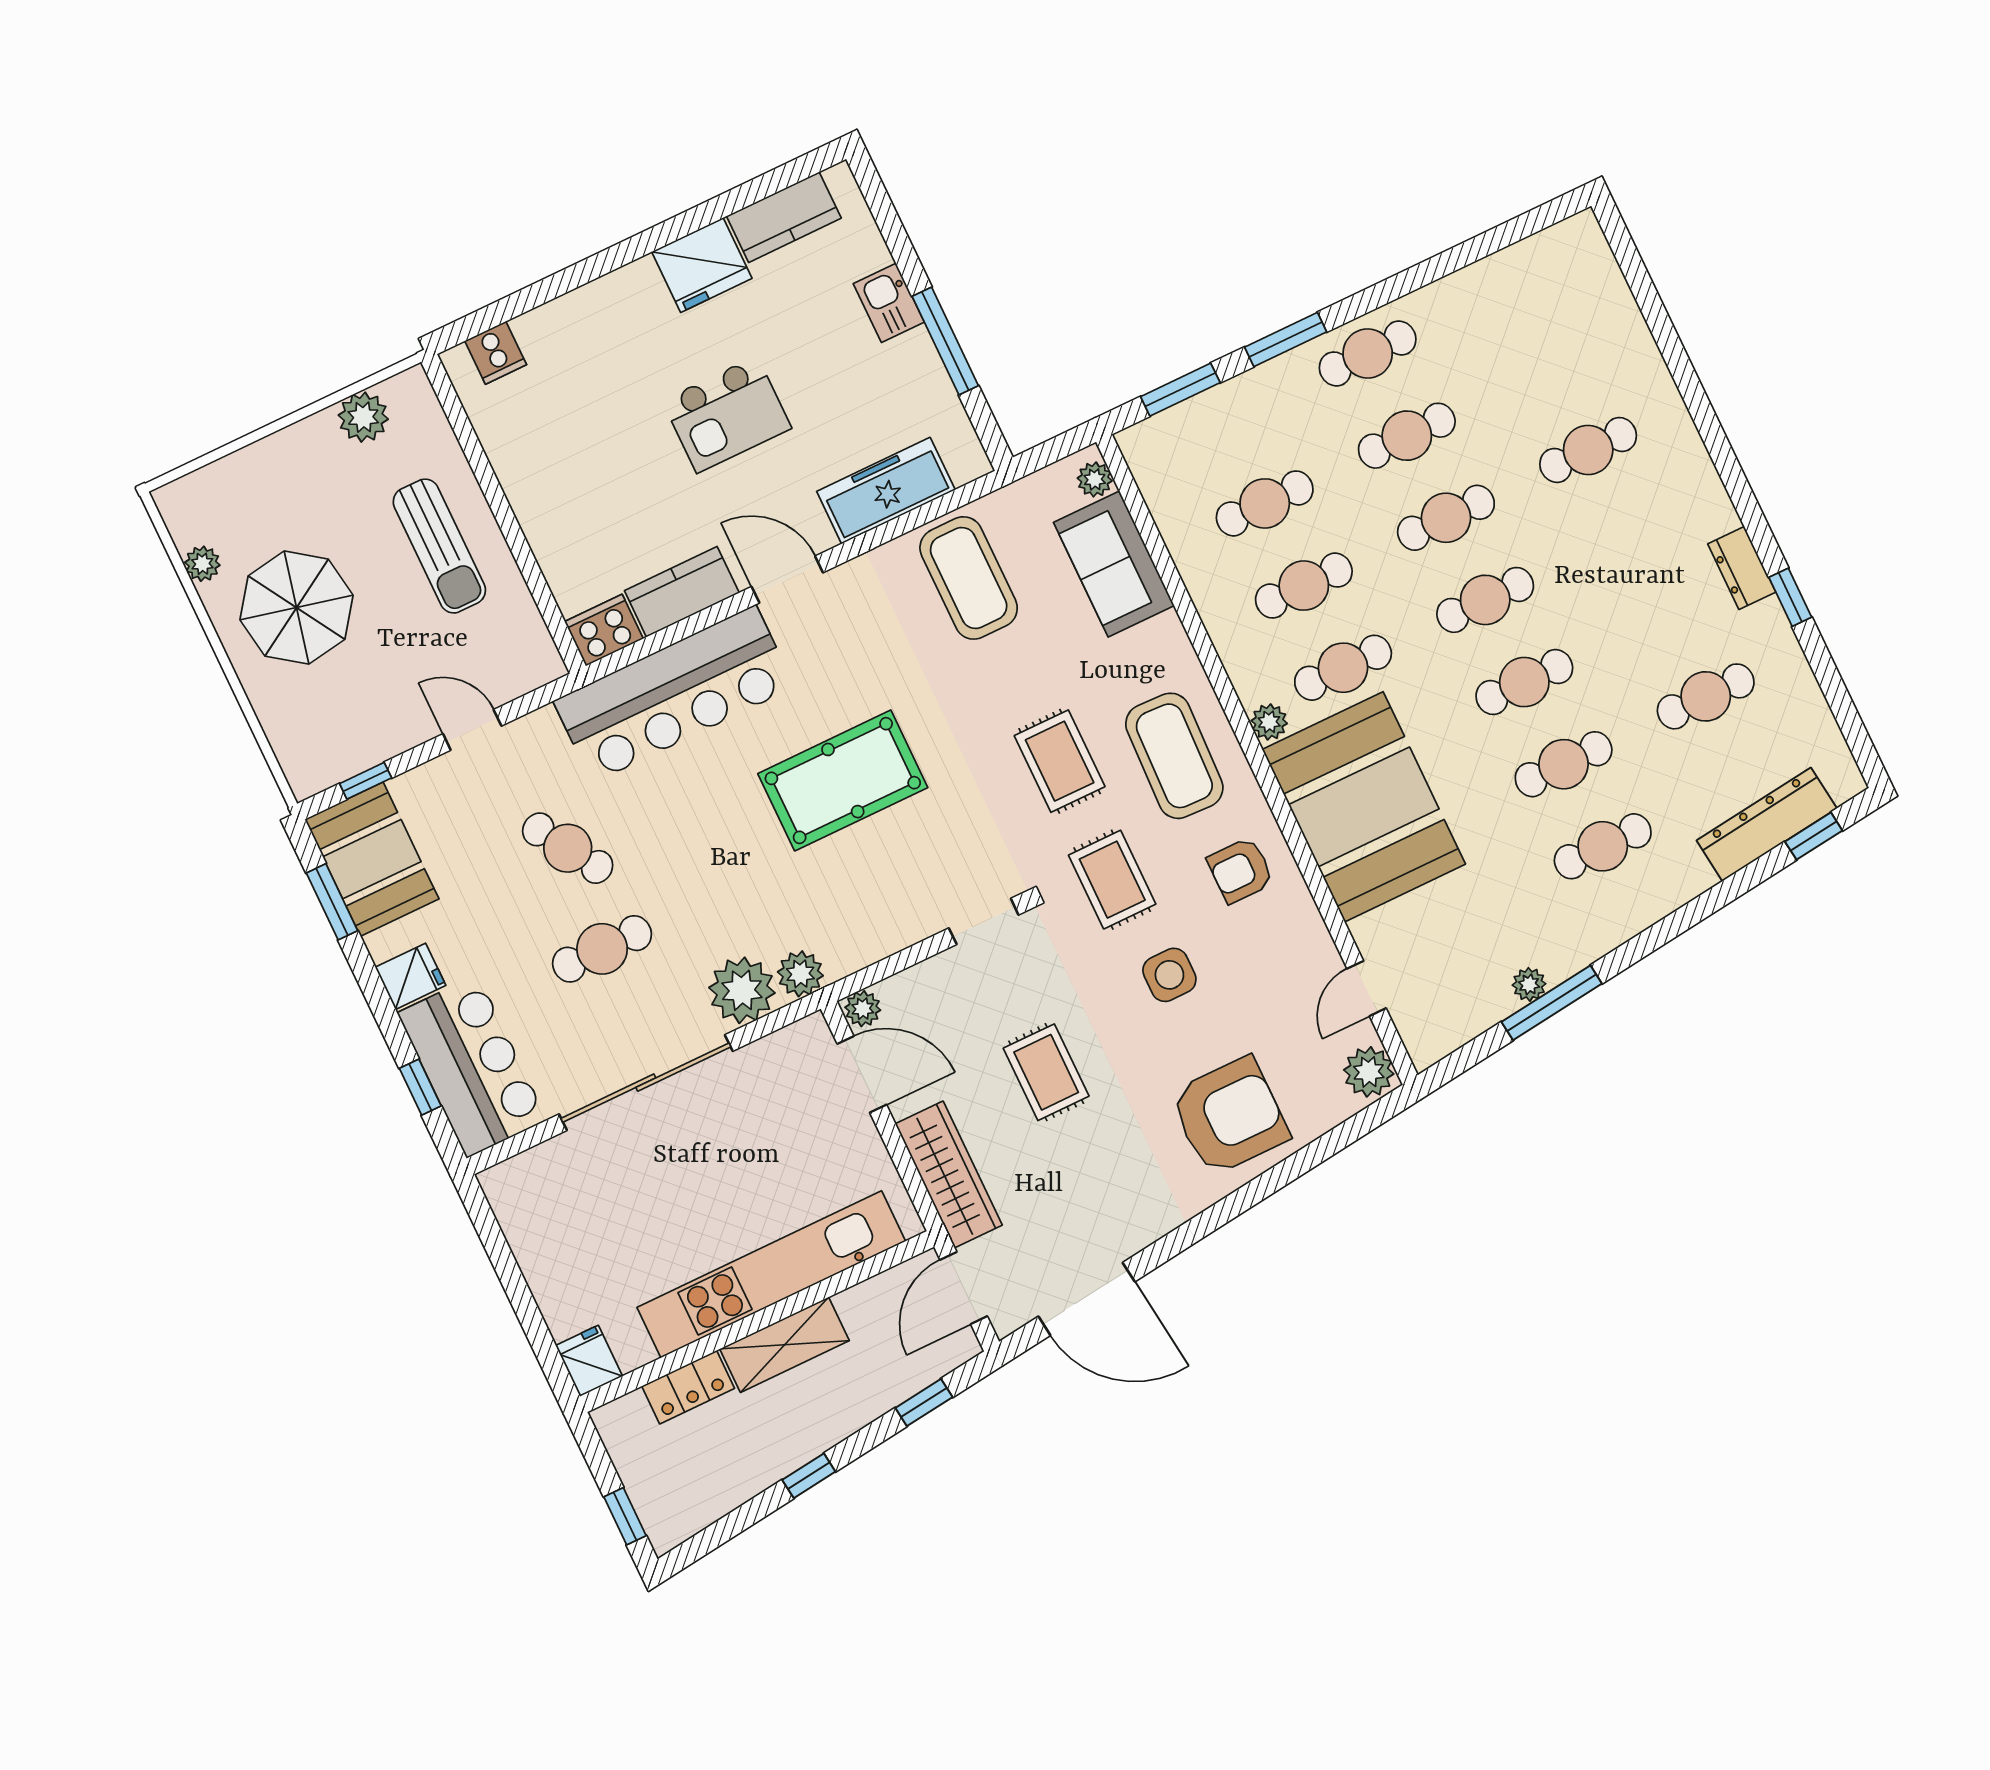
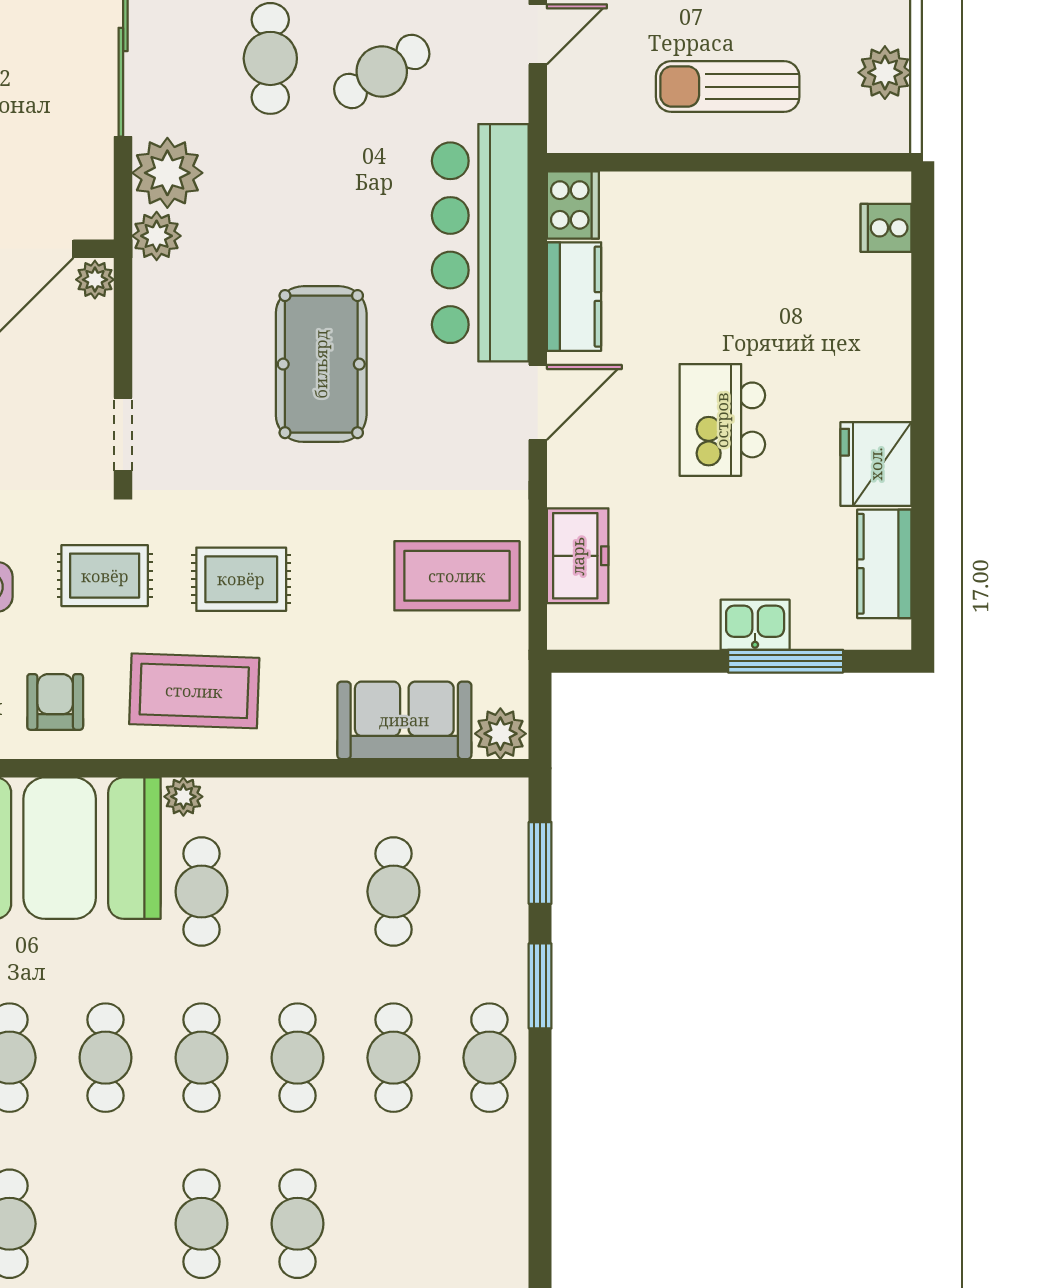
window: (945, 341) -> (786, 661), moved
plant: (1095, 479) -> (500, 734), width x1.38, depth x1.38
freezer: (886, 491) -> (578, 556), width x0.71
cafe table: (1304, 586) -> (202, 1224), moved

